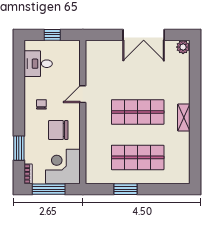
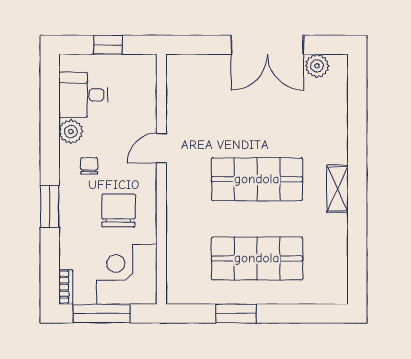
plant: (183, 47) -> (317, 66), moved
plant: (31, 85) -> (71, 131), added
chair: (58, 130) -> (119, 211), turned 90
window: (19, 148) -> (50, 206), moved

